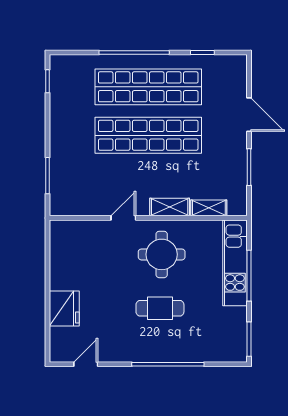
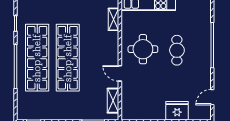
shelving: (170, 207) -> (113, 101), moved
door: (86, 364) -> (212, 97), hinge flipped

